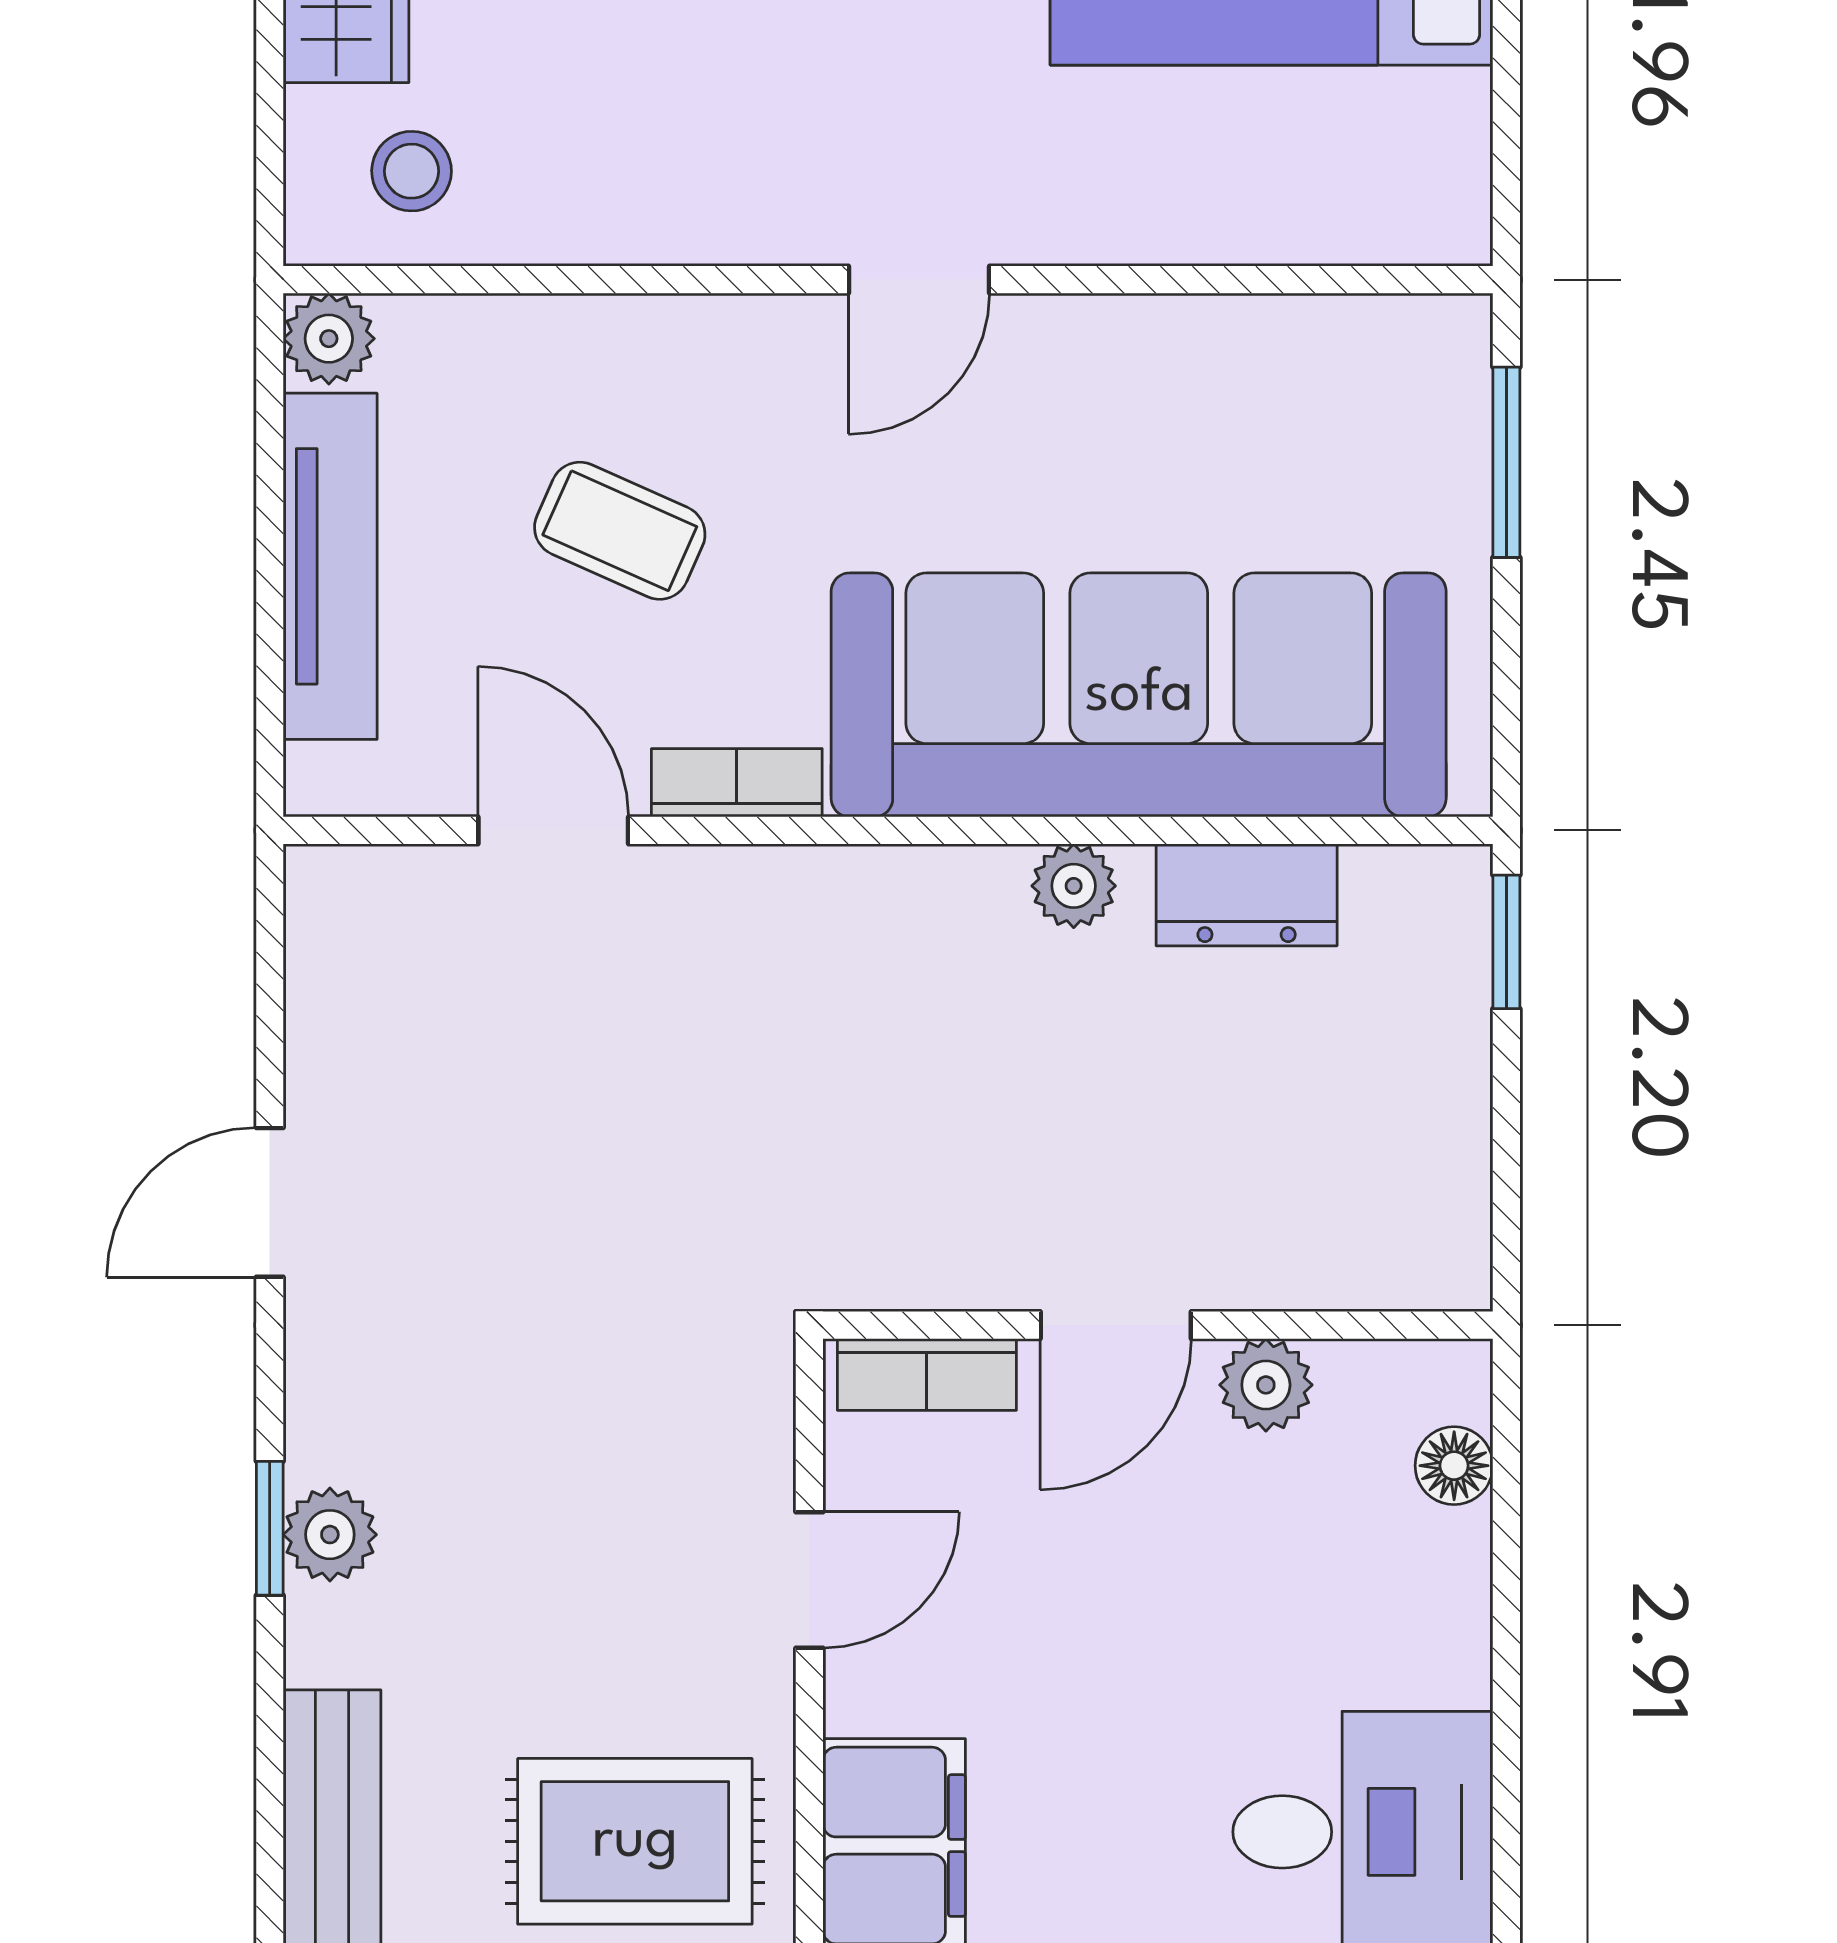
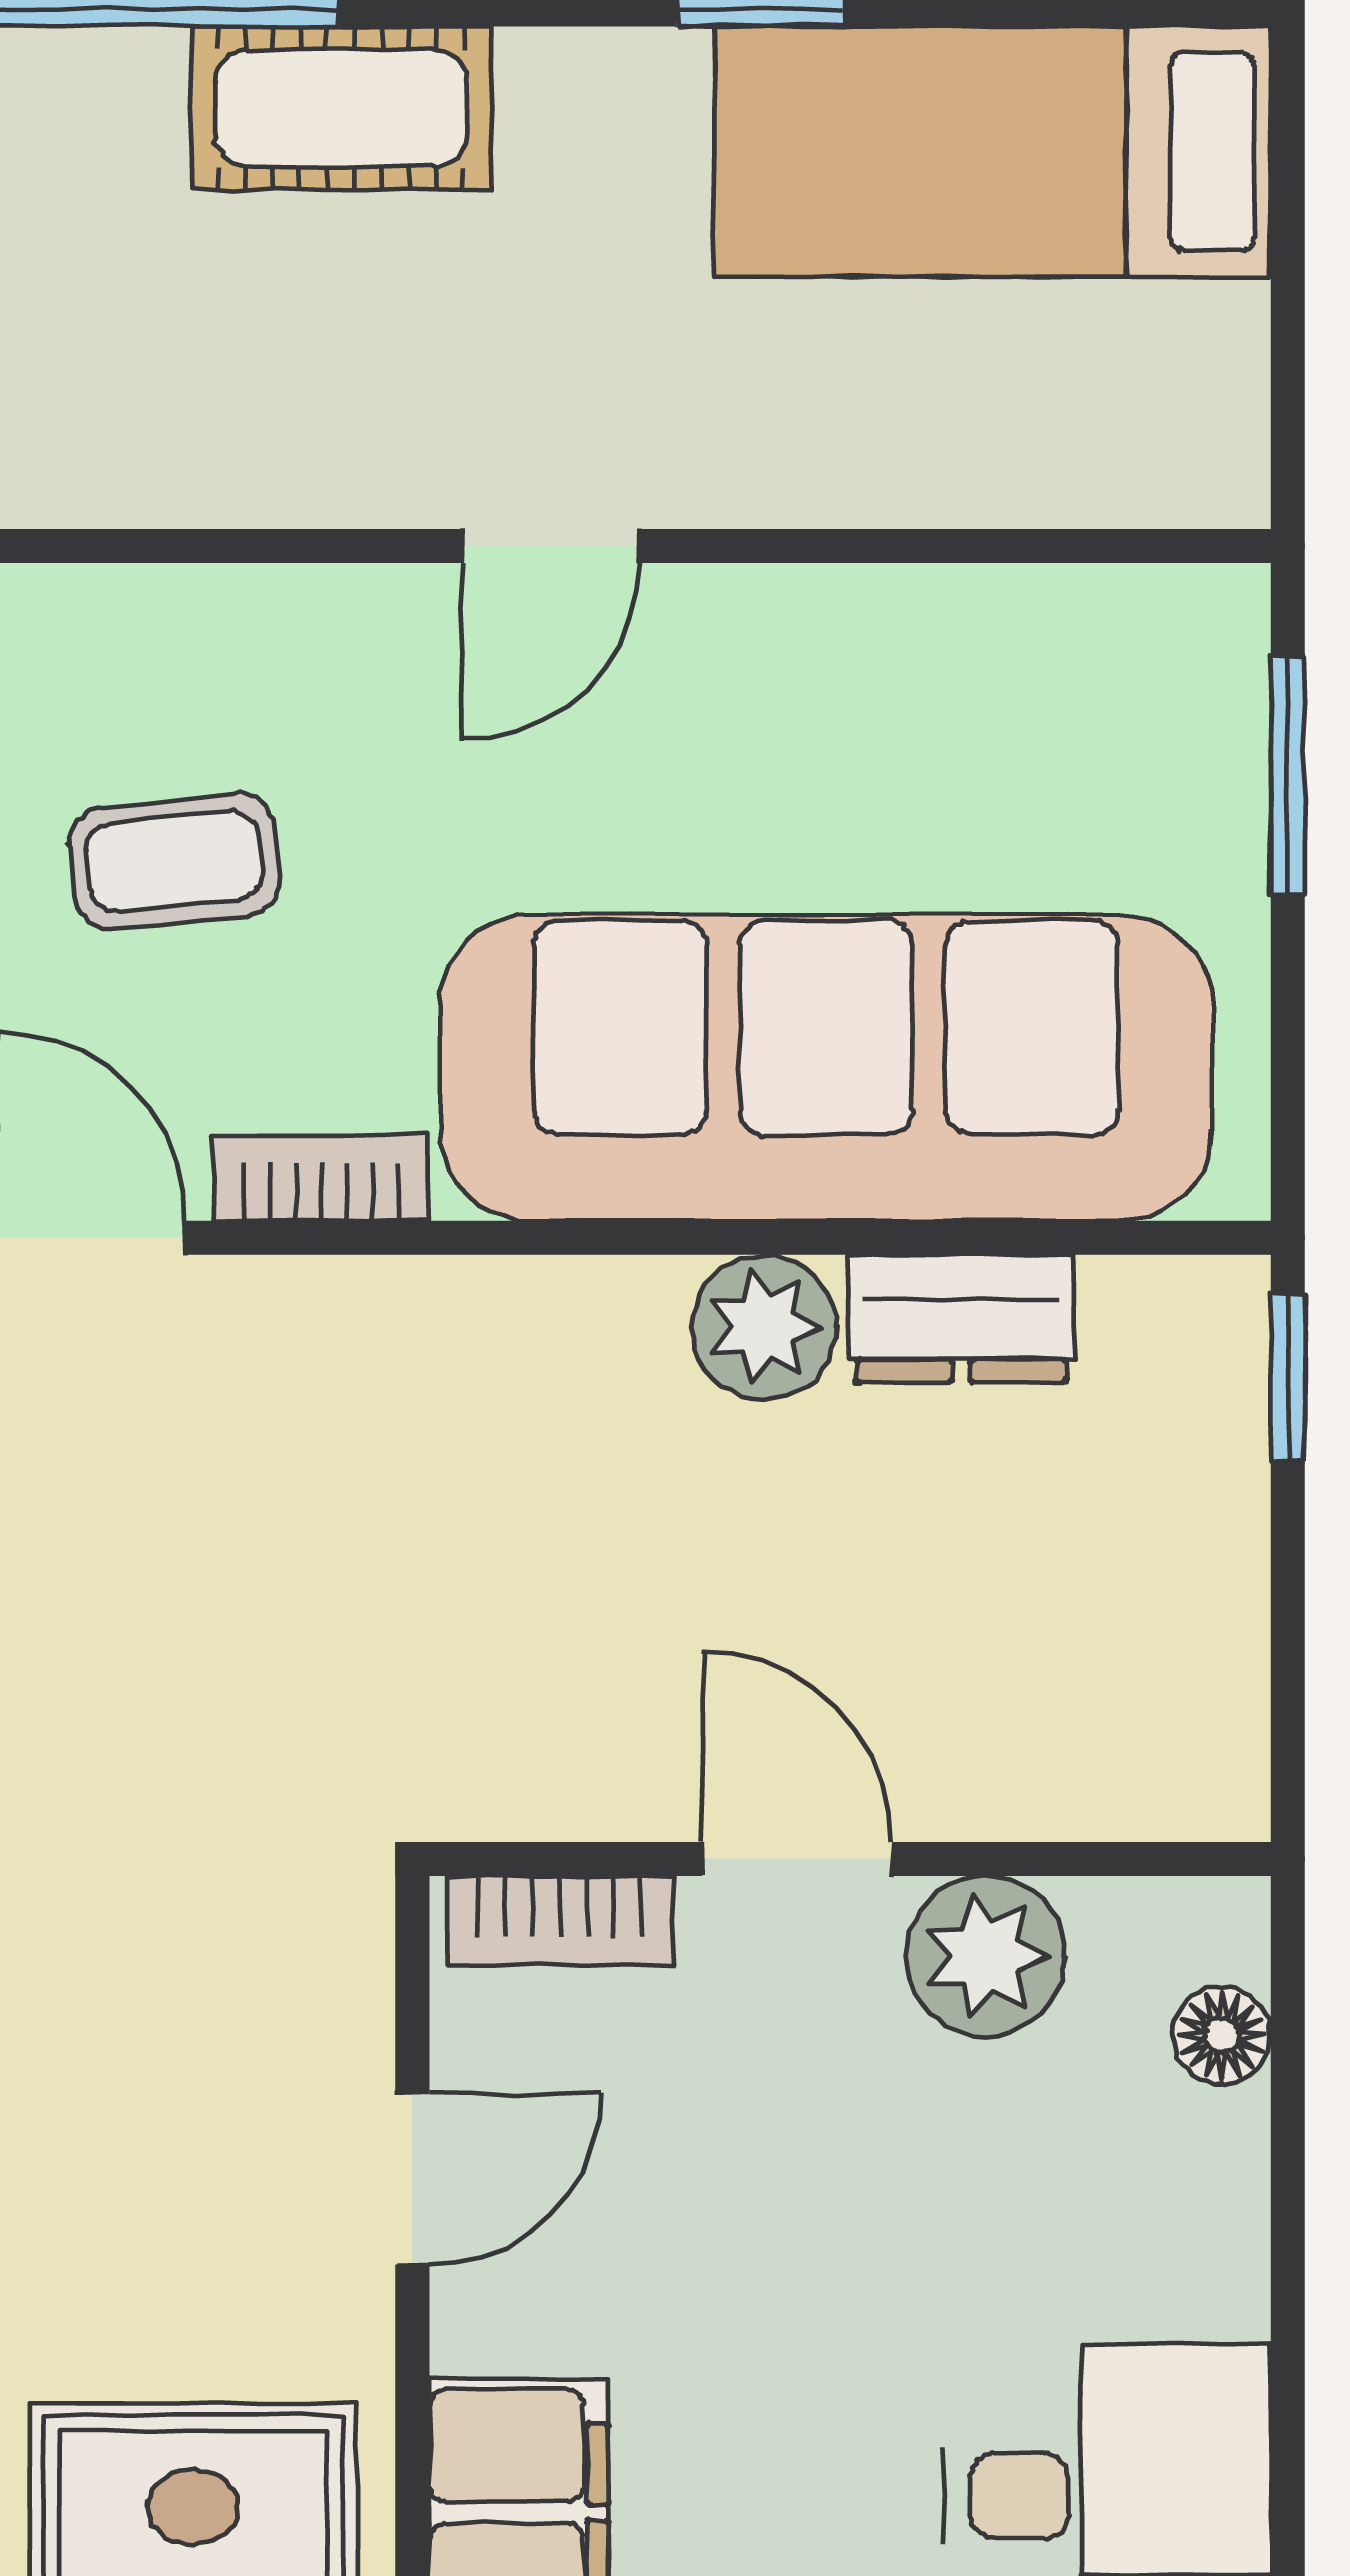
coffee table: (620, 531) -> (174, 861), turned -30
plant: (1074, 886) -> (764, 1327), width x1.38, depth x1.38
door: (1116, 1325) -> (797, 1859), swing flipped
plant: (1266, 1385) -> (986, 1956), width x1.38, depth x1.38

